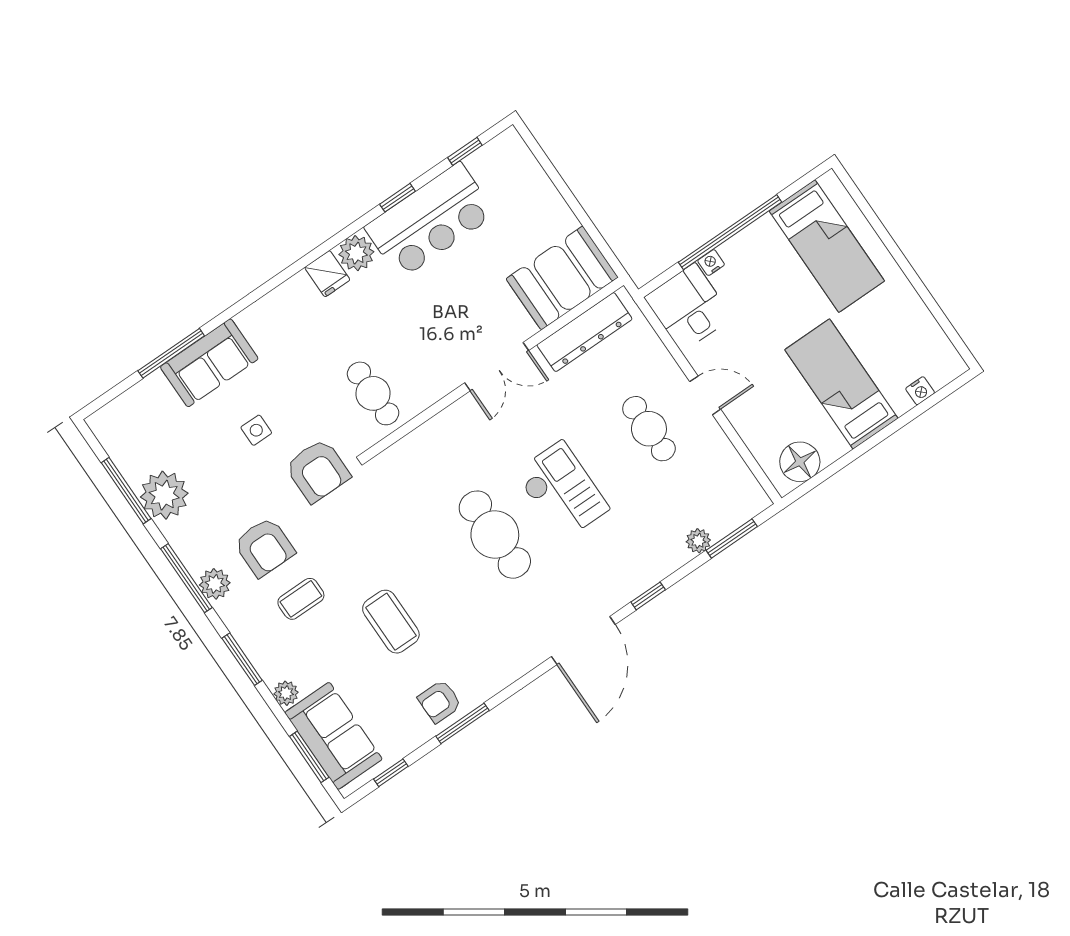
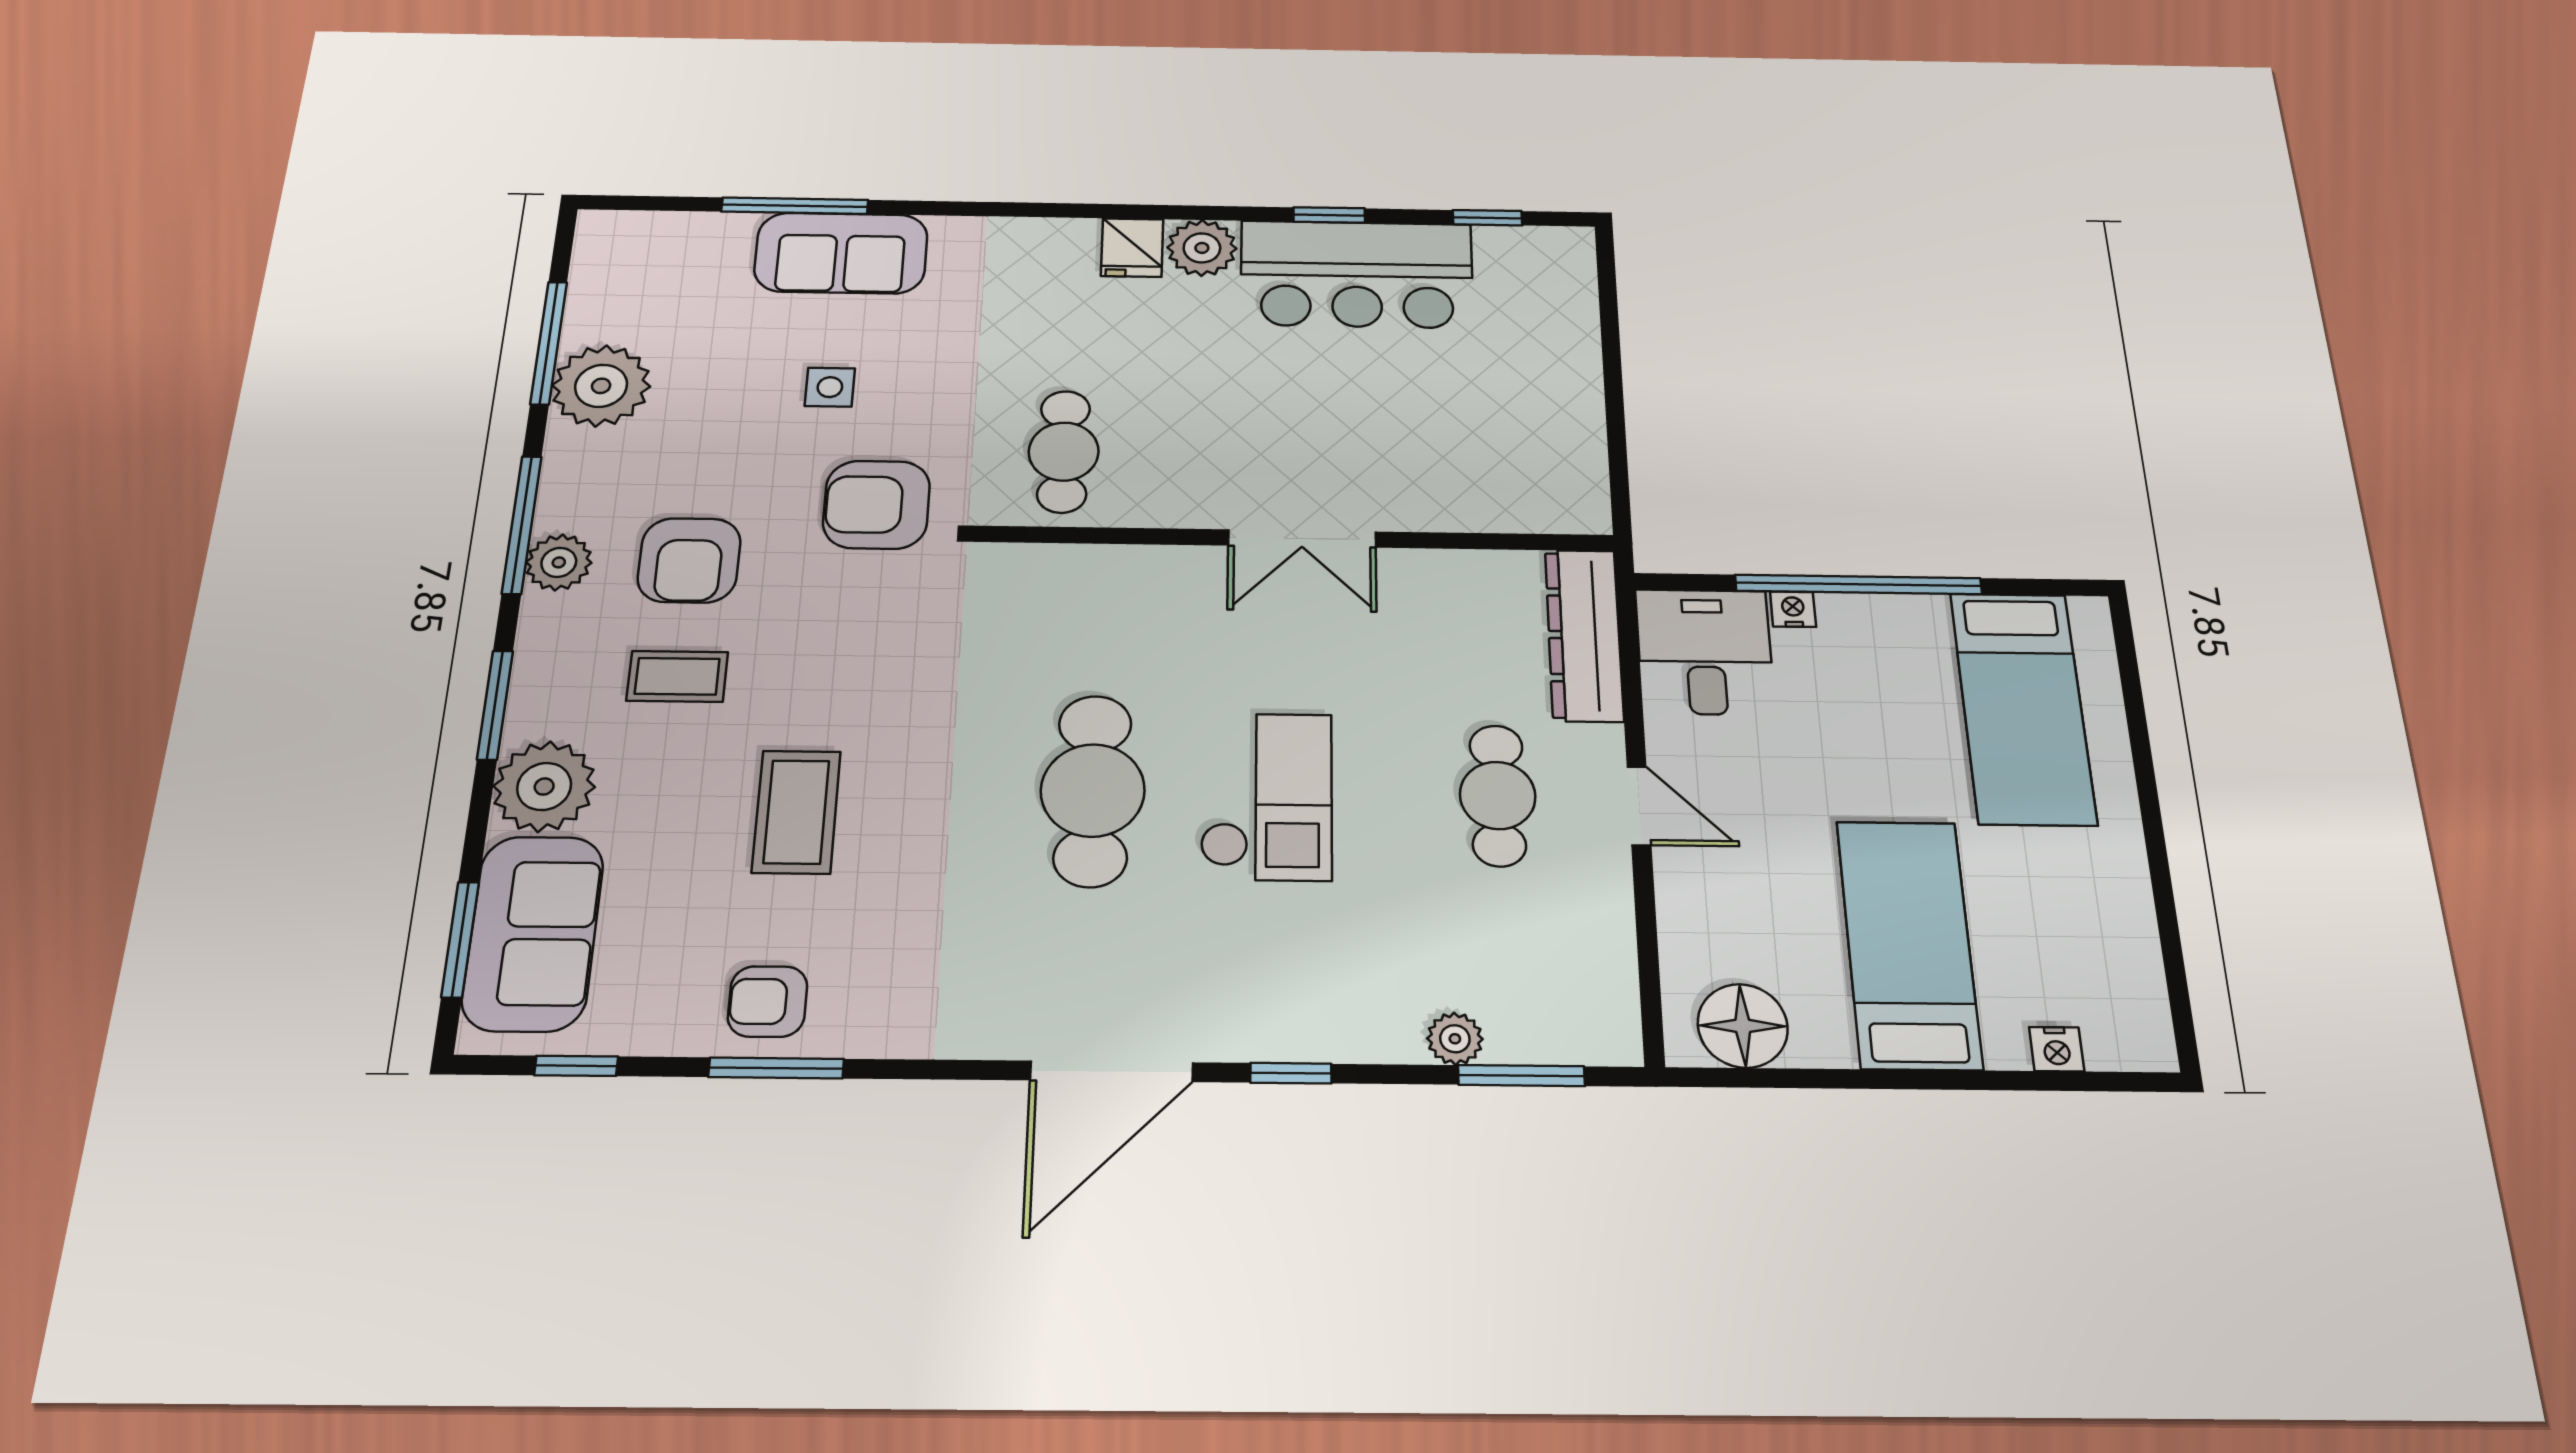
booth: (562, 278) -> (1514, 479), removed
dresser: (585, 332) -> (1584, 635), moved, turned 90
armchair: (318, 471) -> (876, 505), turned 90
plant: (286, 693) -> (544, 786), width x1.88, depth x1.88

